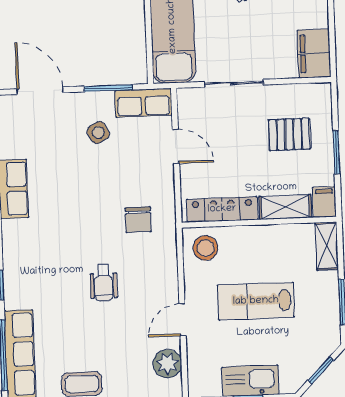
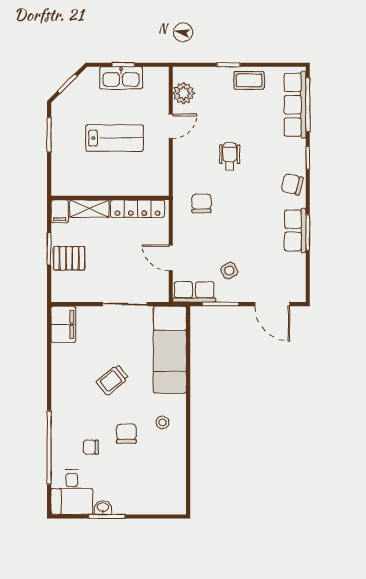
pallet: (289, 134) -> (69, 258), moved
shelving: (327, 246) -> (59, 178), removed
stool: (205, 248) -> (151, 180), removed
chair: (20, 249) -> (292, 184), added

